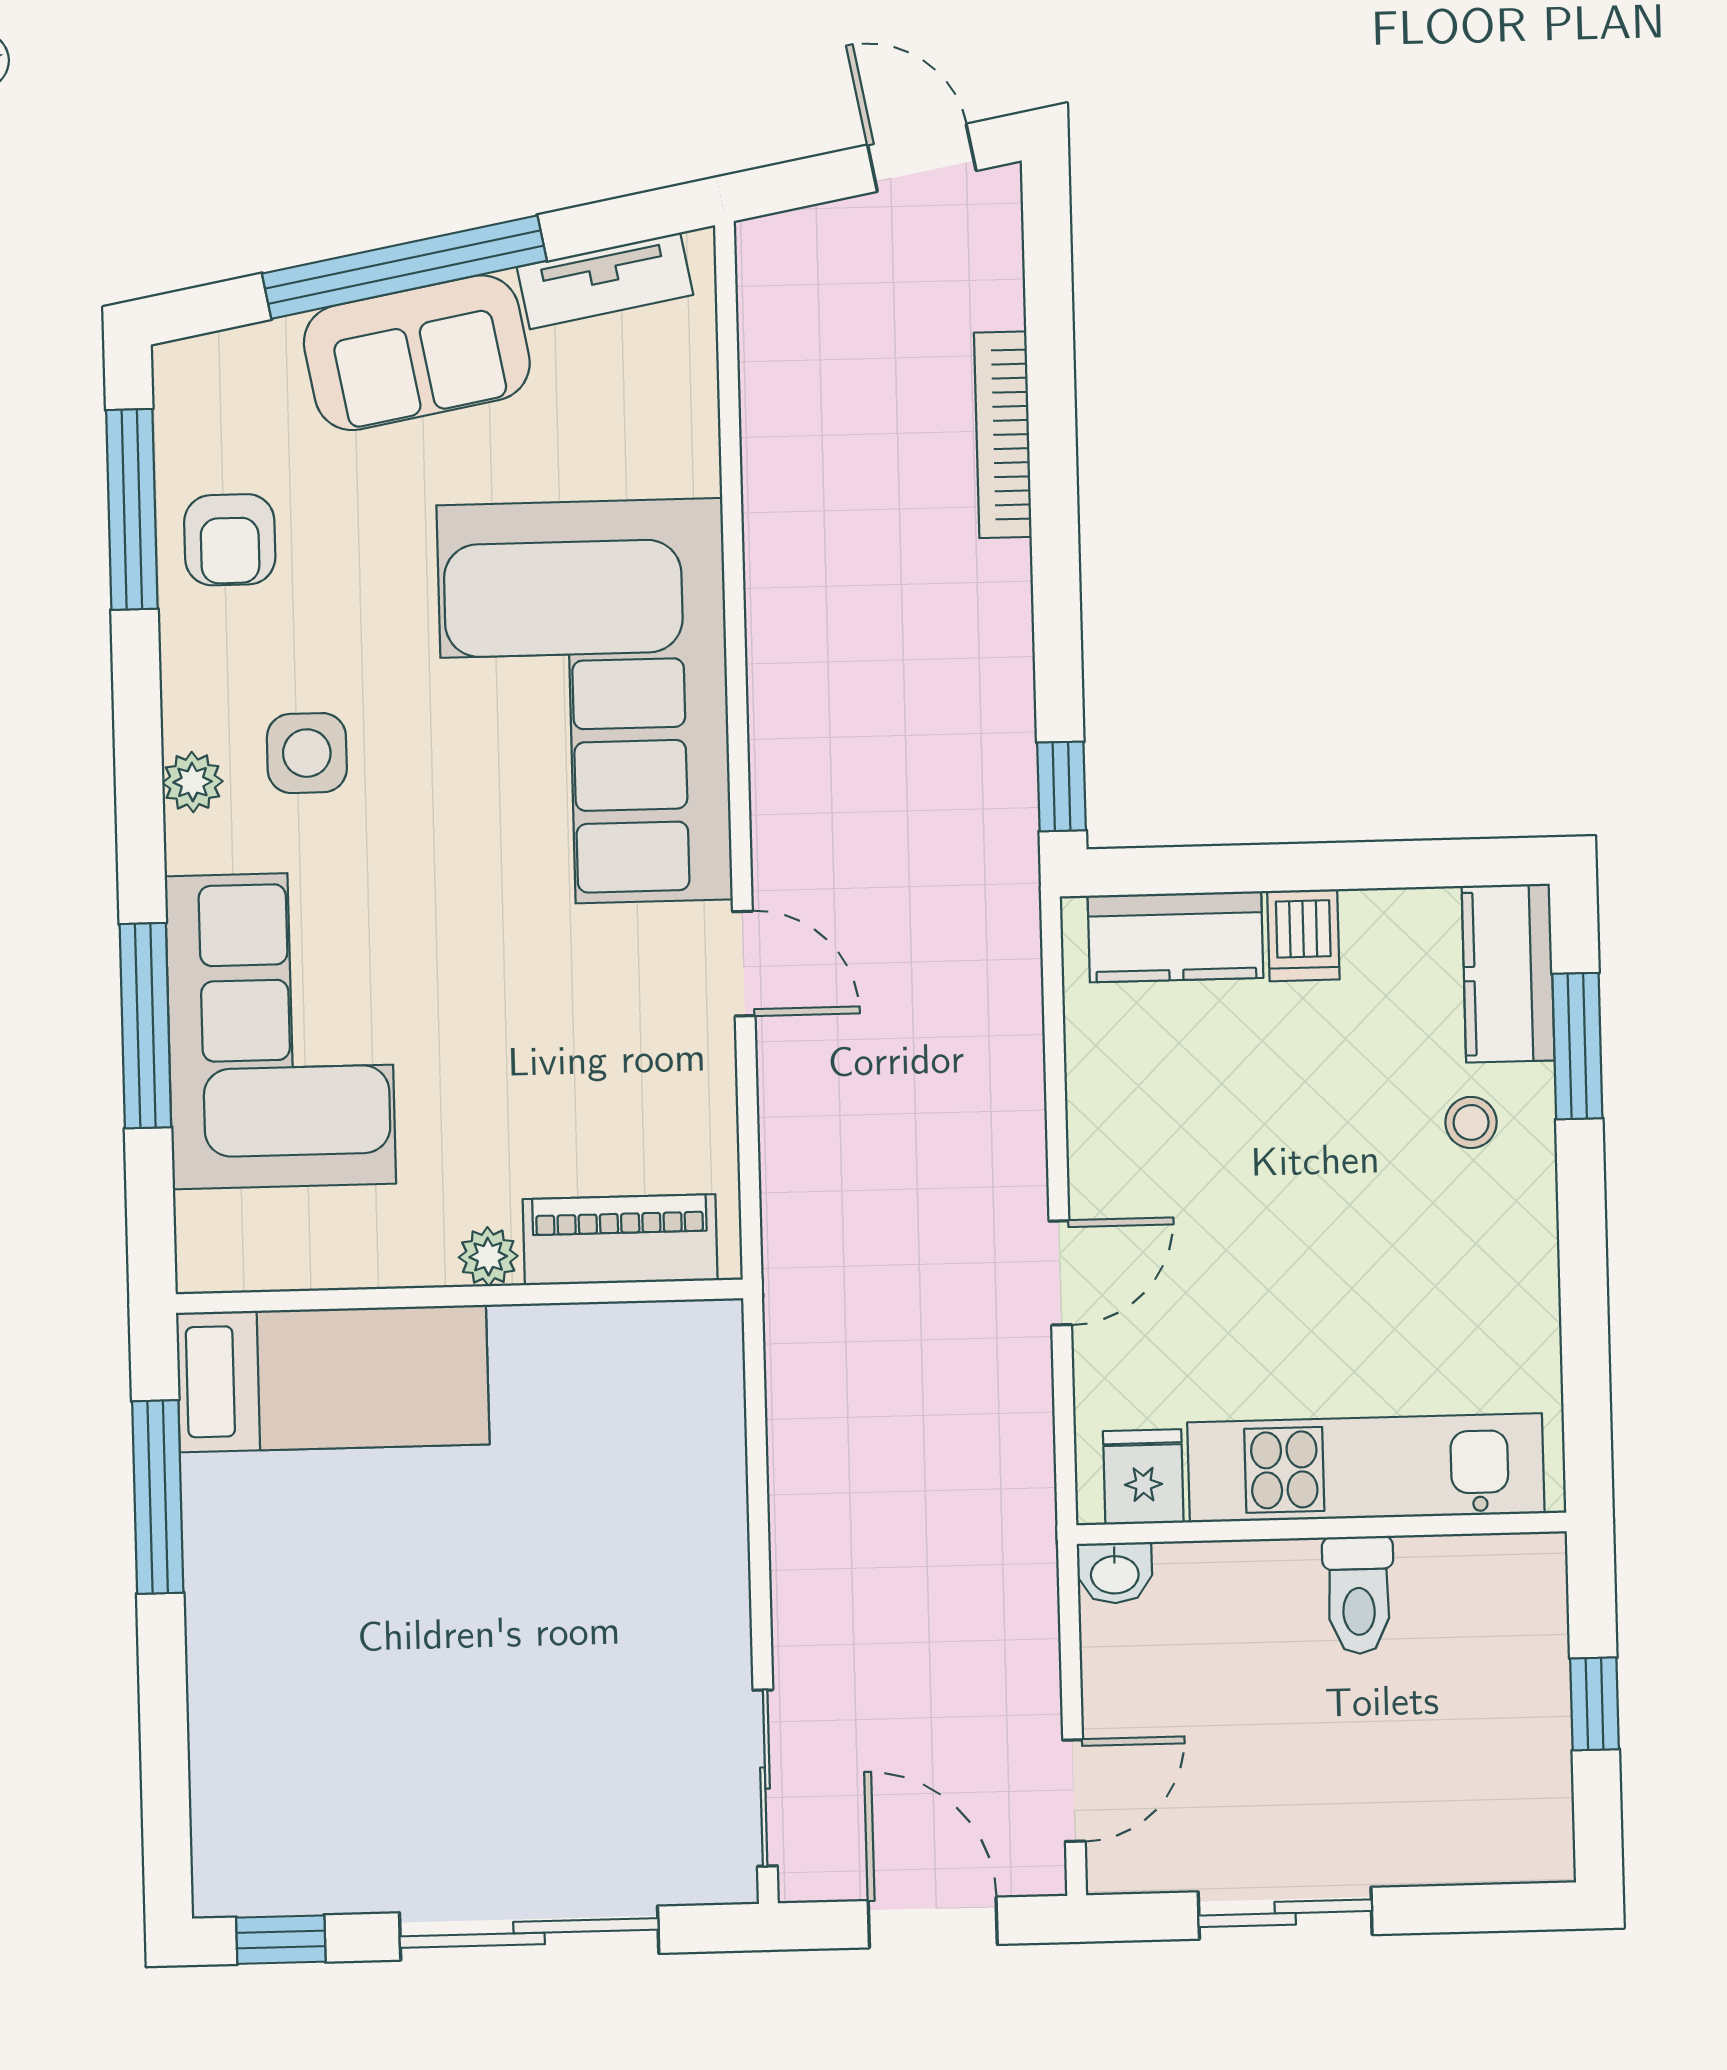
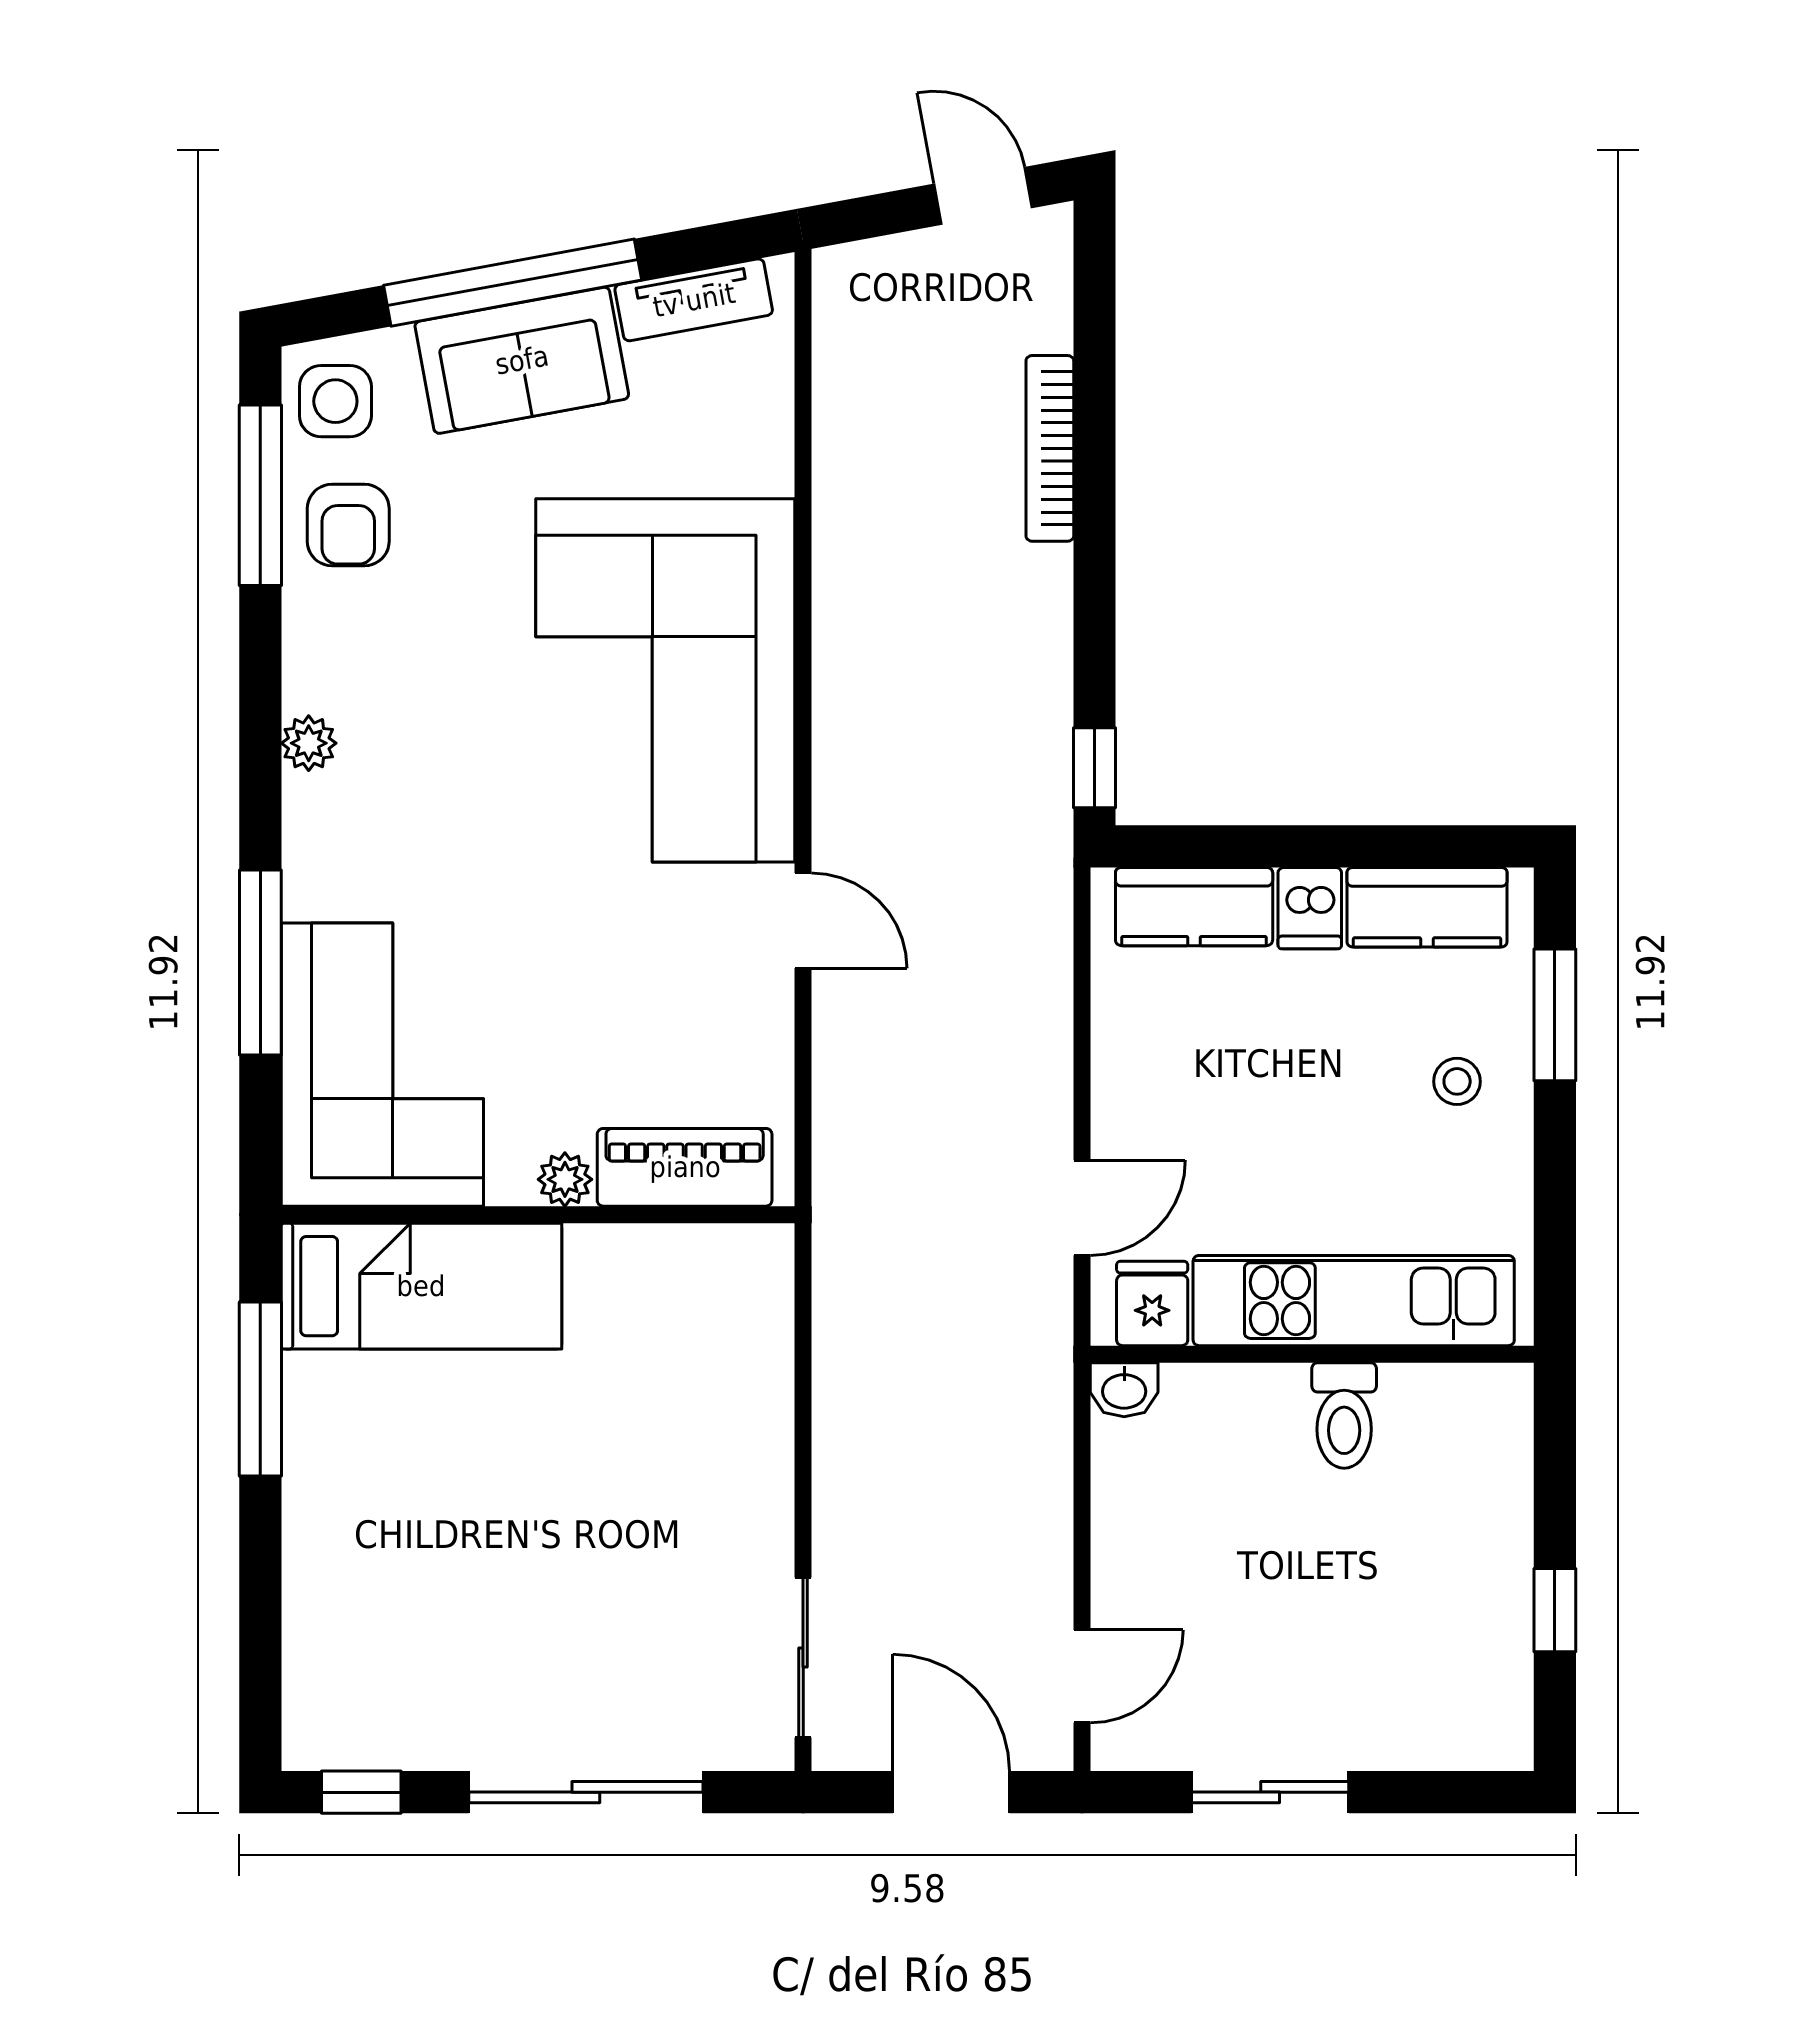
side table: (307, 753) -> (335, 401), moved
kitchen counter: (1508, 973) -> (1427, 907), moved, turned -90
corner sofa: (280, 1030) -> (382, 1065), moved
kitchen unit: (1366, 1468) -> (1354, 1301), moved
fridge: (1143, 1477) -> (1152, 1304), moved
wall: (1322, 1528) -> (1312, 1354), moved
washbasin: (1115, 1573) -> (1124, 1390), moved
toilet: (1359, 1595) -> (1344, 1415), moved

